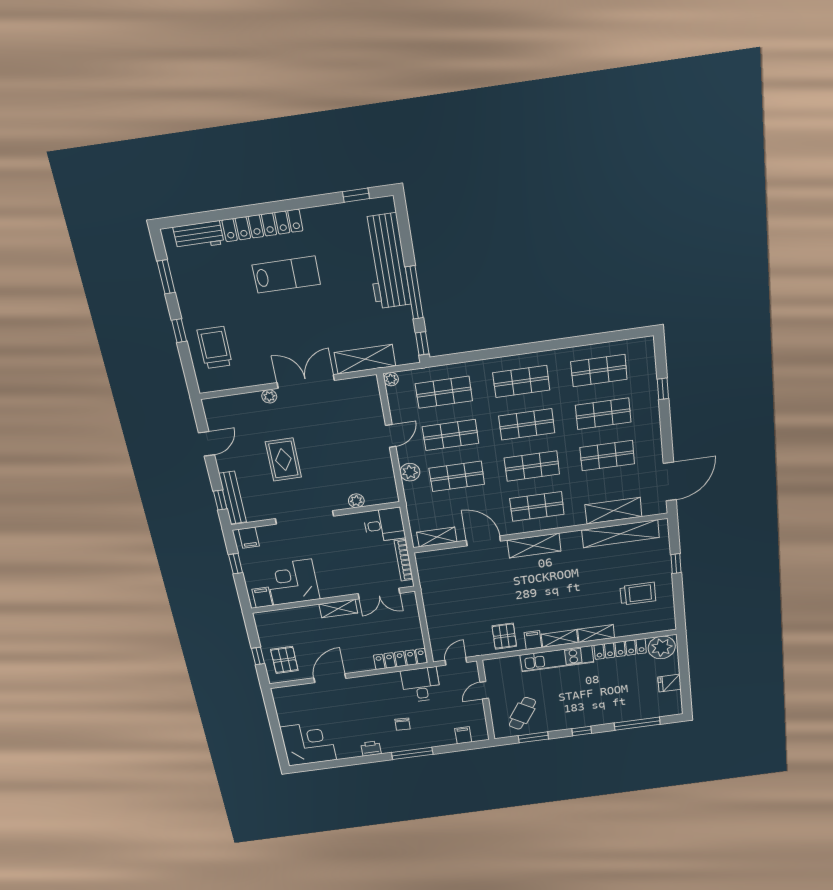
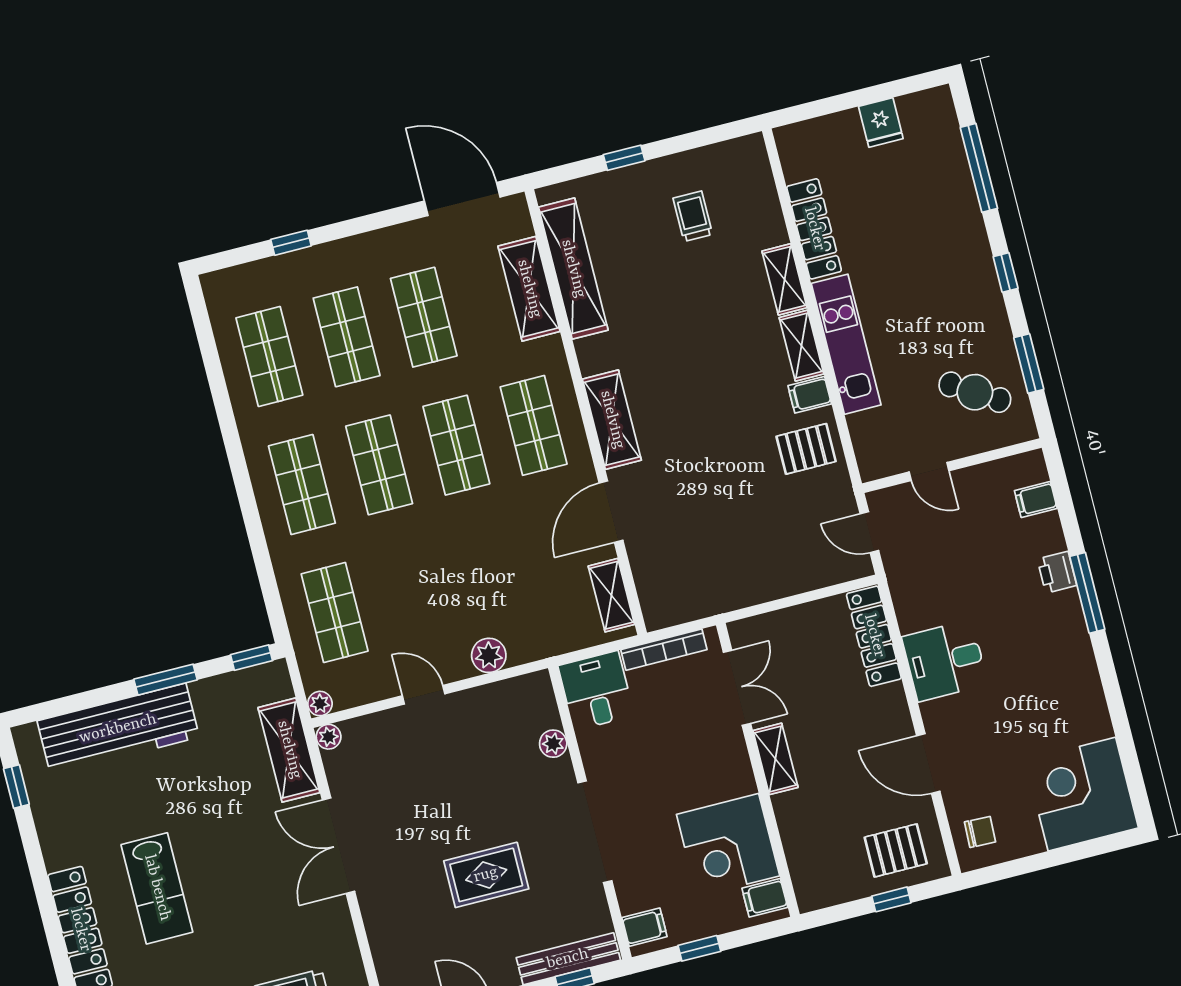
lab bench: (286, 275) -> (157, 888), turned 180
window: (414, 292) -> (166, 680), width x0.69
plant: (269, 396) -> (329, 737), moved
shop shelf: (450, 435) -> (412, 593), removed
shop shelf: (457, 476) -> (489, 573), removed
trolley: (638, 594) -> (693, 216), width x0.73, depth x0.72
plant: (662, 647) -> (803, 152), removed
desk: (421, 685) -> (945, 661), moved
chair: (403, 724) -> (980, 832), moved
printer: (371, 748) -> (1057, 572), moved

